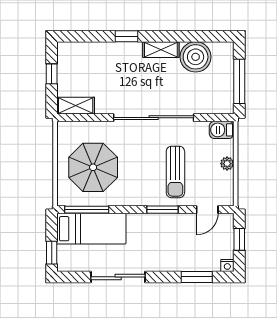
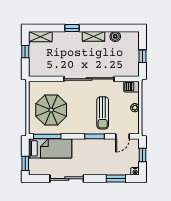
boiler: (196, 57) -> (115, 36), width x0.54, depth x0.54
window: (239, 81) -> (142, 56), width x0.46
shelving: (76, 106) -> (40, 37), moved

